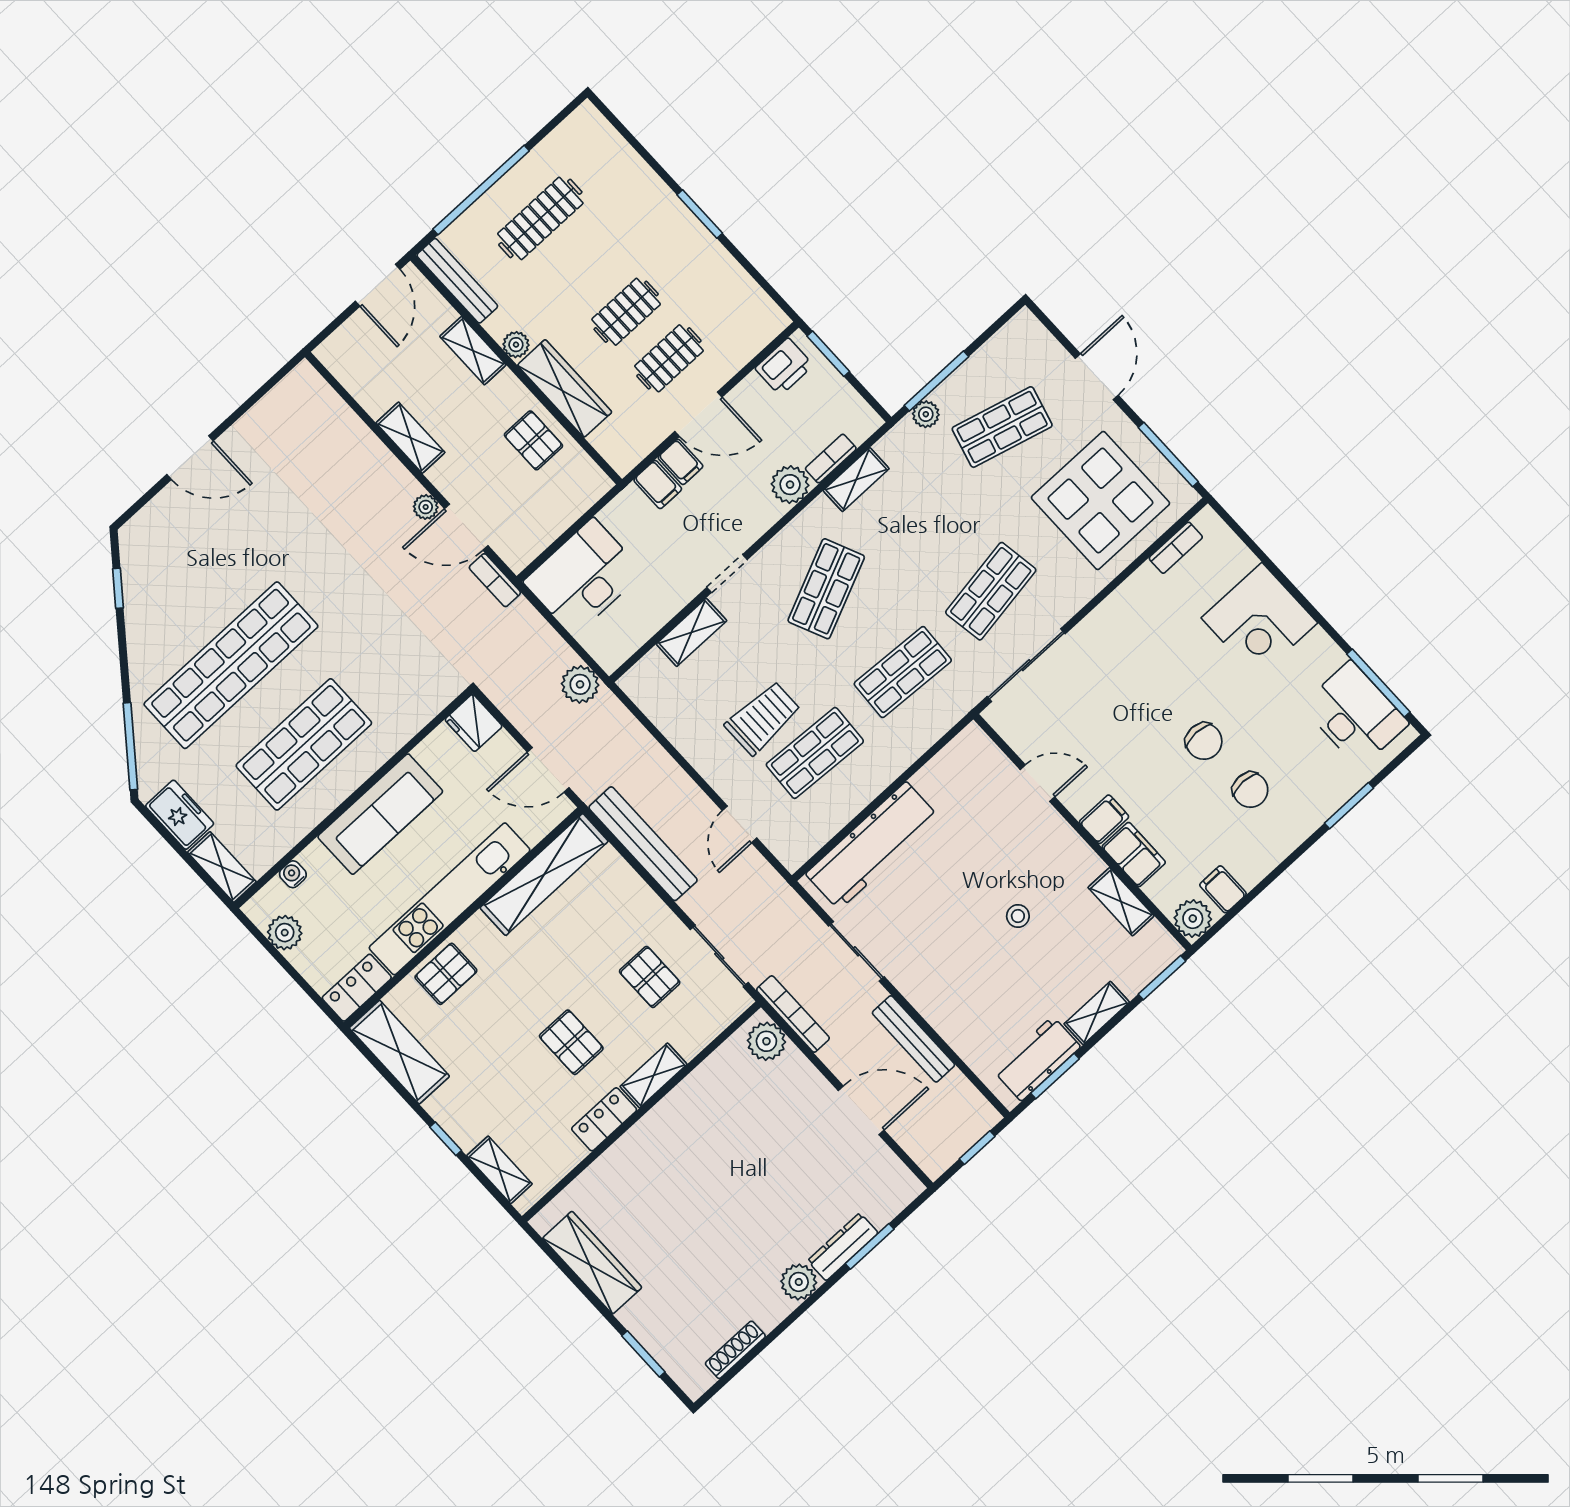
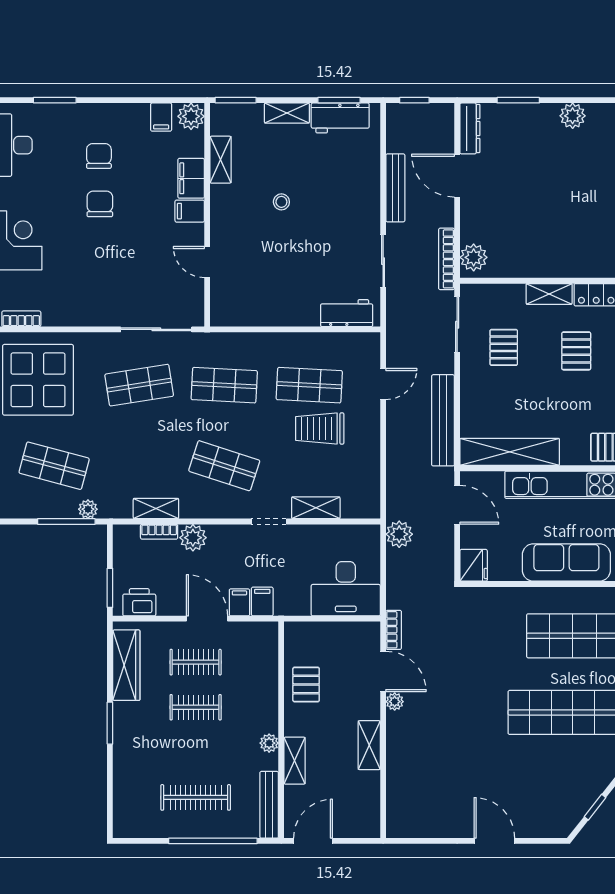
wardrobe: (565, 389) -> (126, 665), moved, turned 180
shop shelf: (826, 589) -> (224, 466), turned 42
workbench: (872, 846) -> (347, 313), width x0.53, depth x0.76
dresser: (843, 1247) -> (470, 128), moved, turned -90

